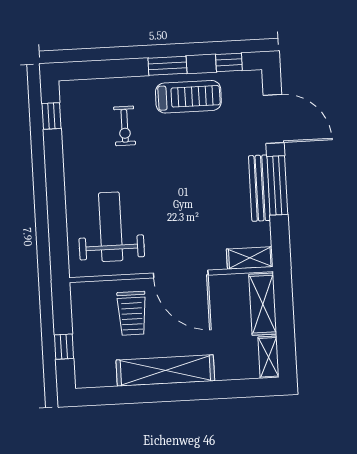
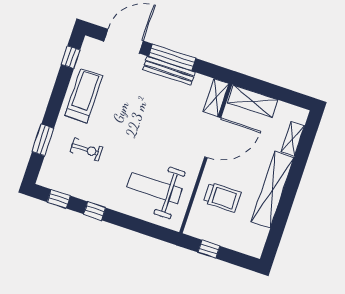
window: (167, 66) -> (43, 140), moved
window: (54, 165) -> (95, 211), added
door: (181, 274) -> (213, 137), moved
window: (64, 347) -> (209, 249), moved
shelving: (269, 357) -> (293, 139), moved, turned 90

